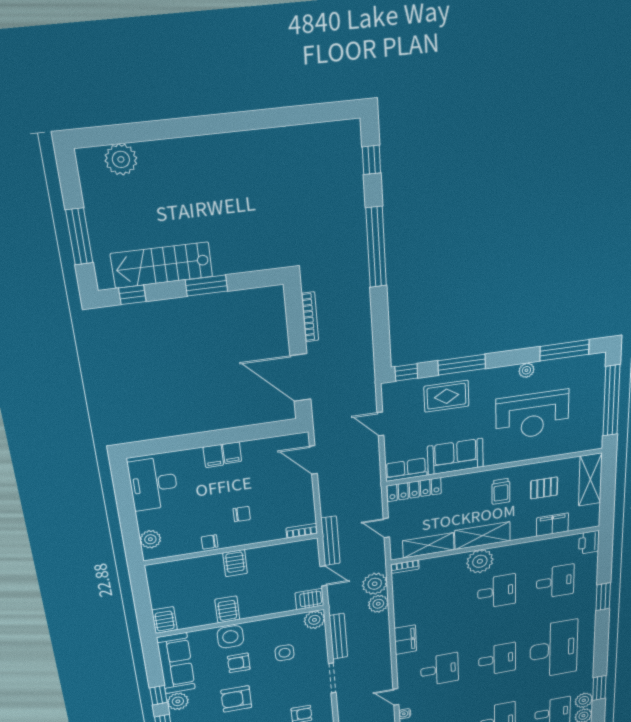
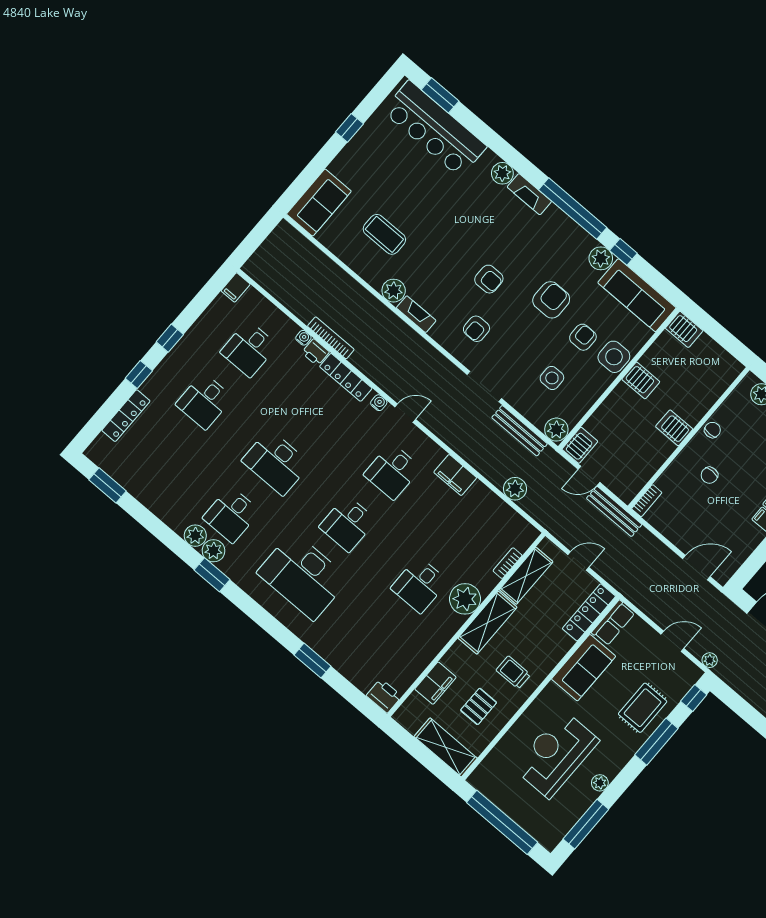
bookcase: (405, 567) -> (508, 563), moved
desk: (555, 582) -> (375, 637), removed
plant: (375, 584) -> (710, 660), moved, width x0.53, depth x0.53

